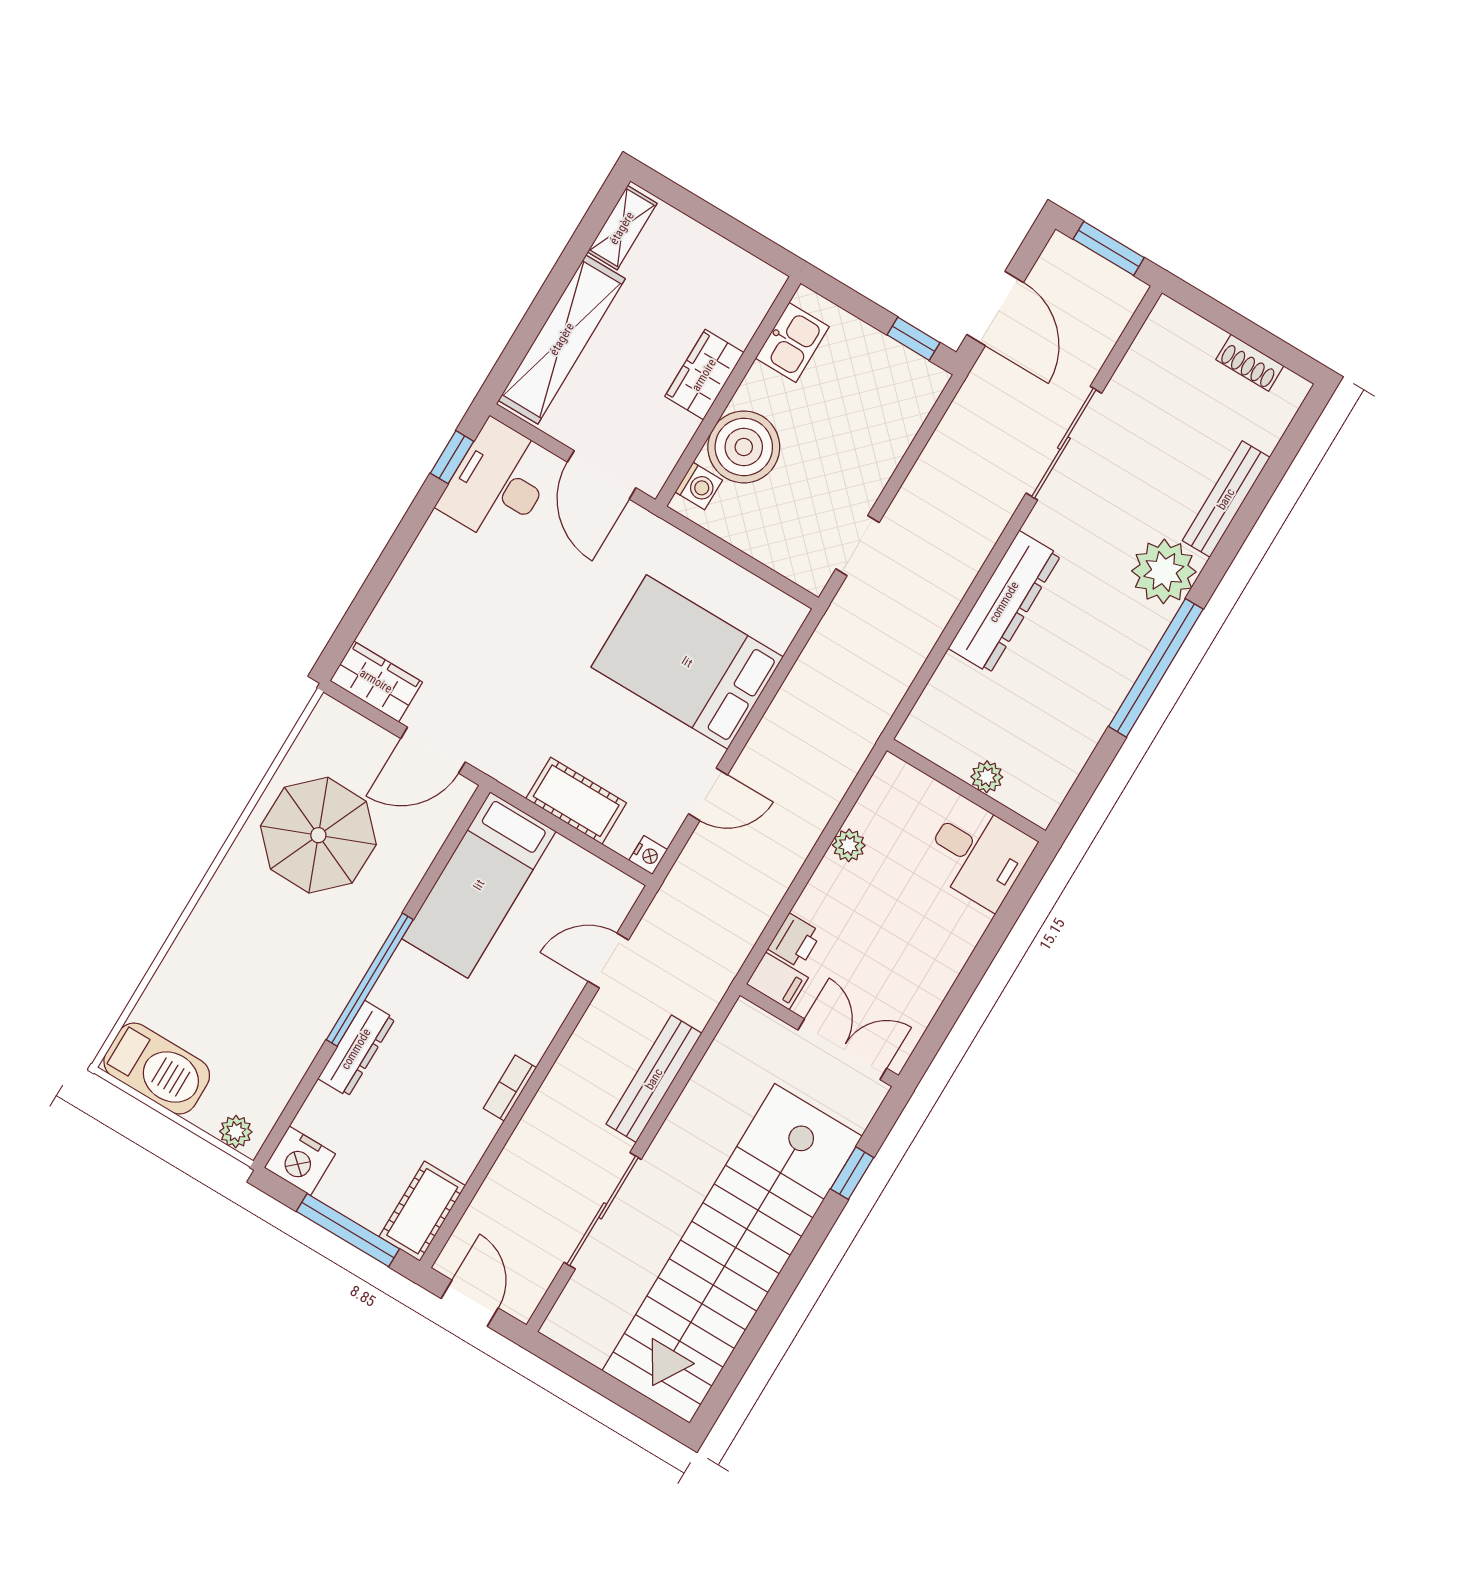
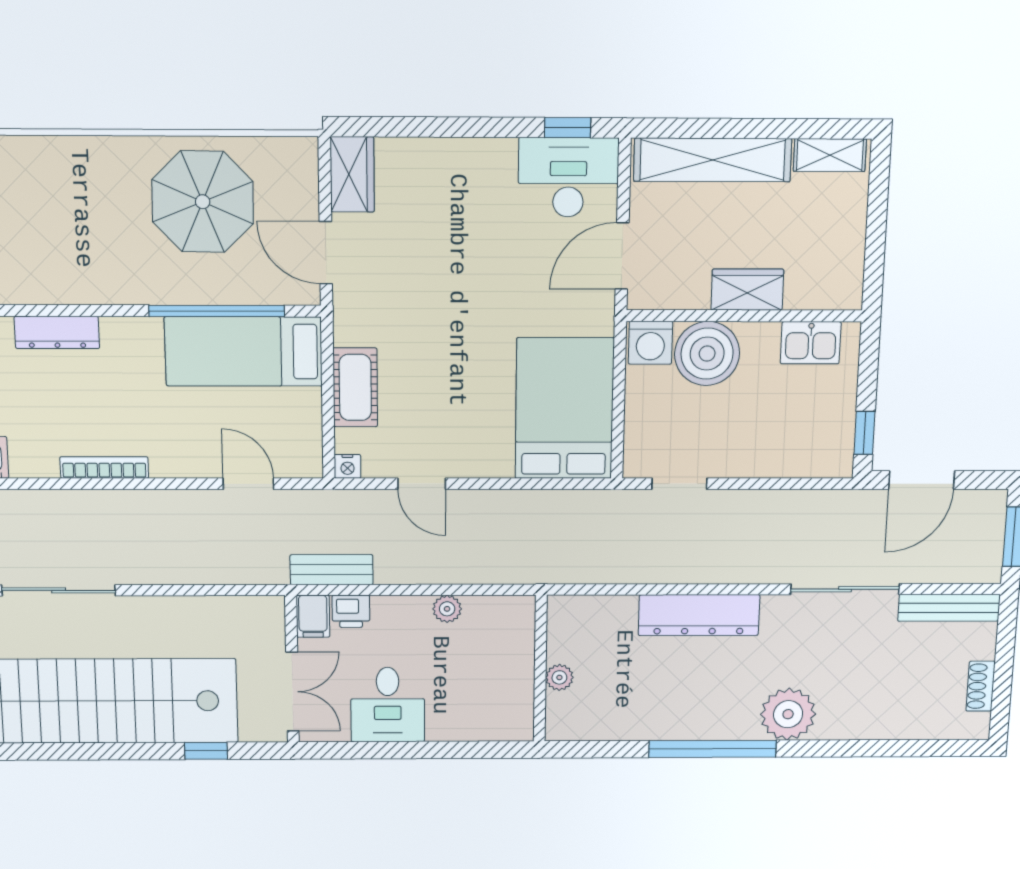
washing machine: (699, 486) -> (650, 343), width x1.38, depth x1.38
bench: (1226, 499) -> (949, 608), moved
bed: (687, 662) -> (564, 409), moved
desk: (978, 854) -> (388, 705), moved
window: (370, 980) -> (217, 311), moved
bench: (654, 1079) -> (332, 570), moved, width x0.73
bookcase: (510, 1088) -> (104, 468), width x1.56

